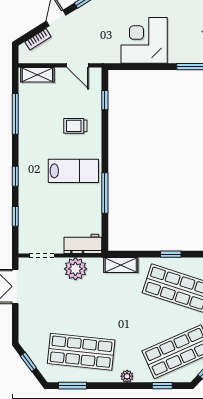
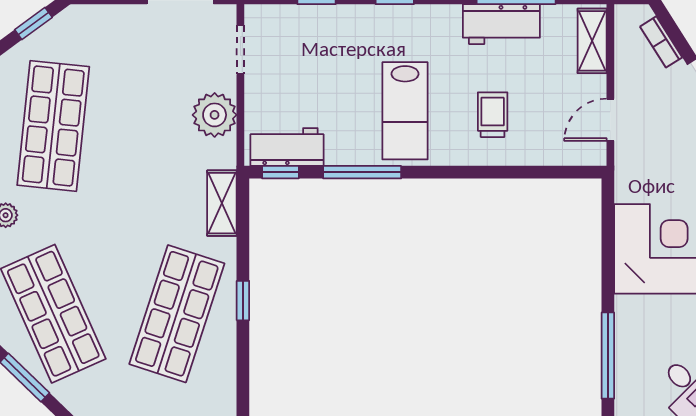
window: (105, 100) -> (280, 172), moved
workbench: (29, 121) -> (501, 24), added
workbench: (83, 244) -> (287, 147), moved, turned -90

